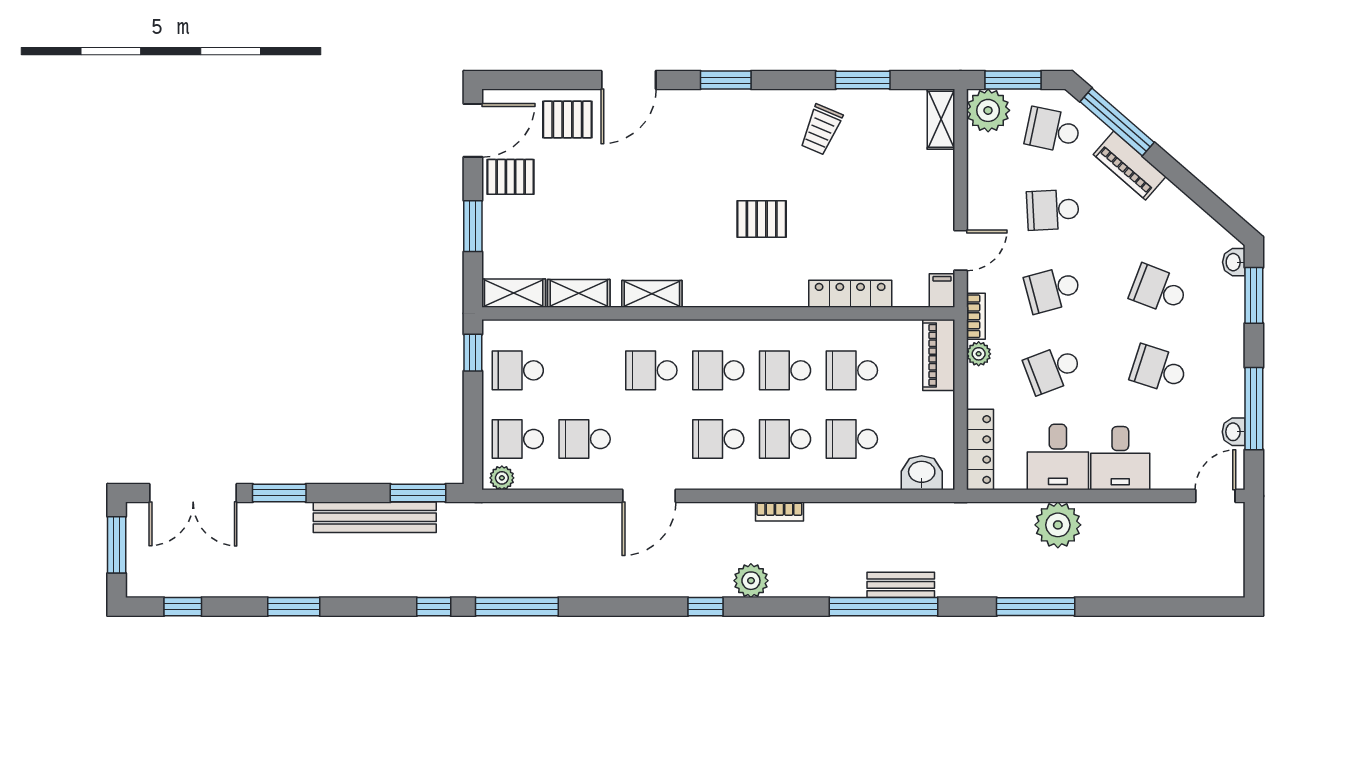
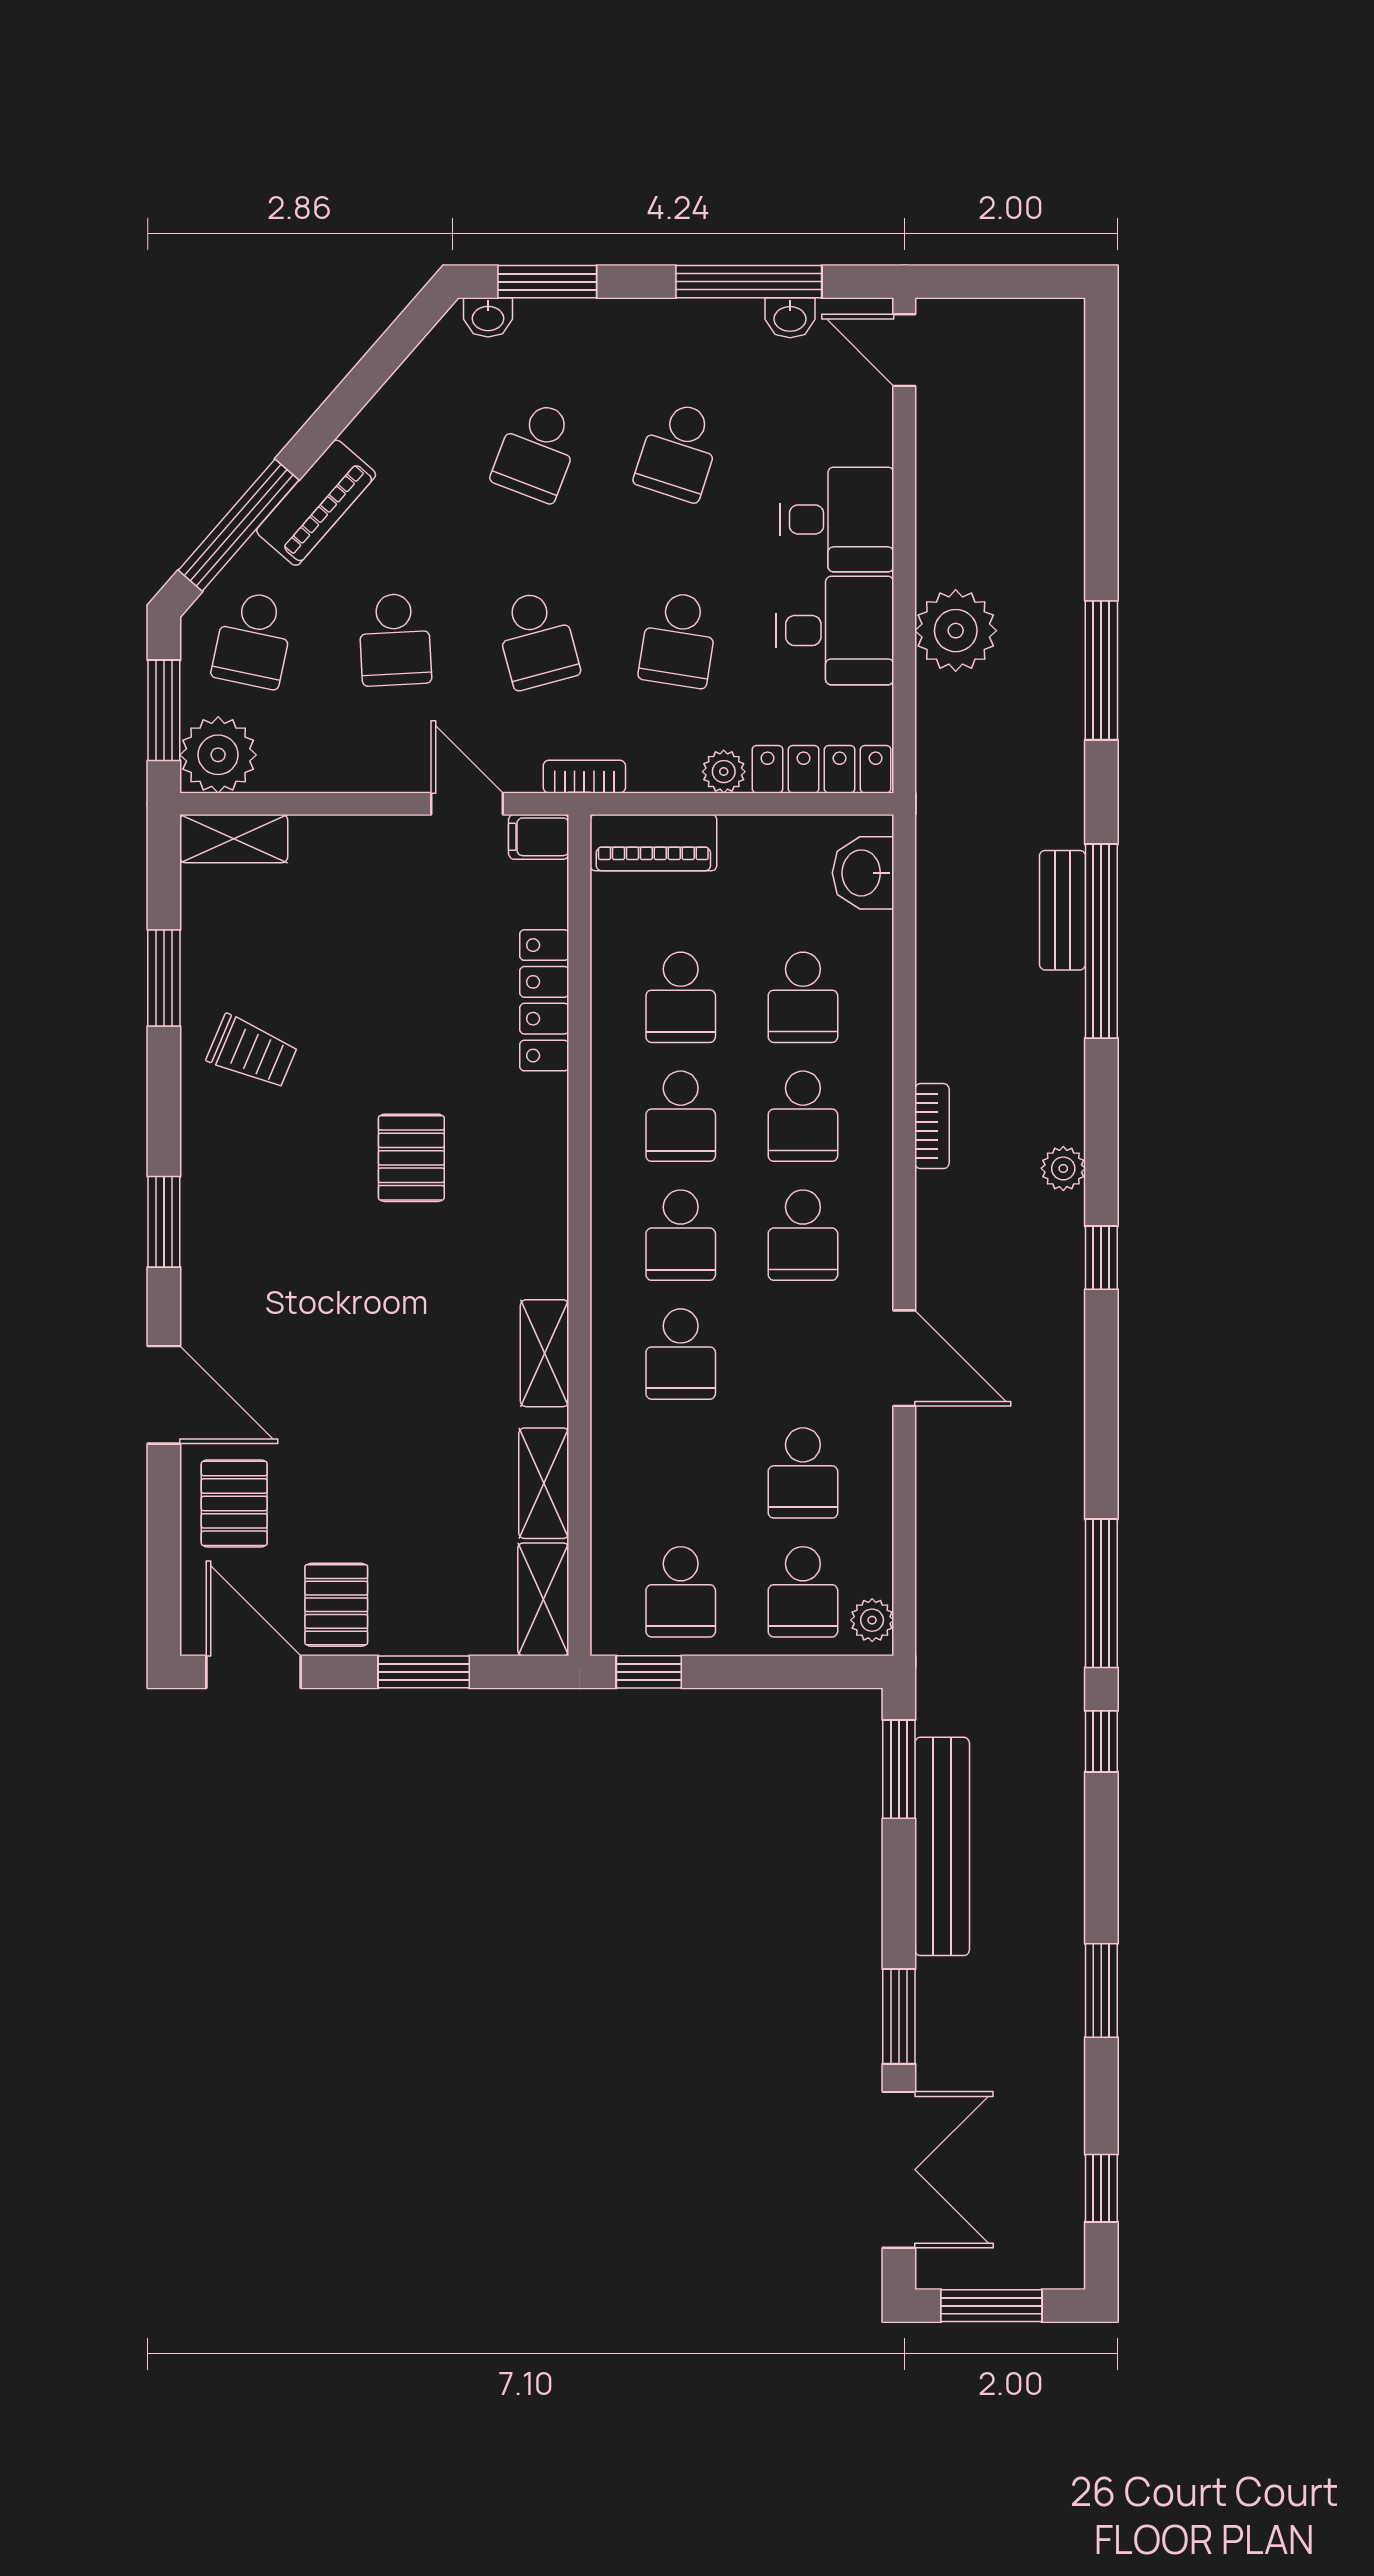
plant: (979, 354) -> (724, 772), moved
school desk: (1053, 369) -> (679, 640), turned 30
plant: (751, 581) -> (1063, 1168), width x0.73, depth x0.73

